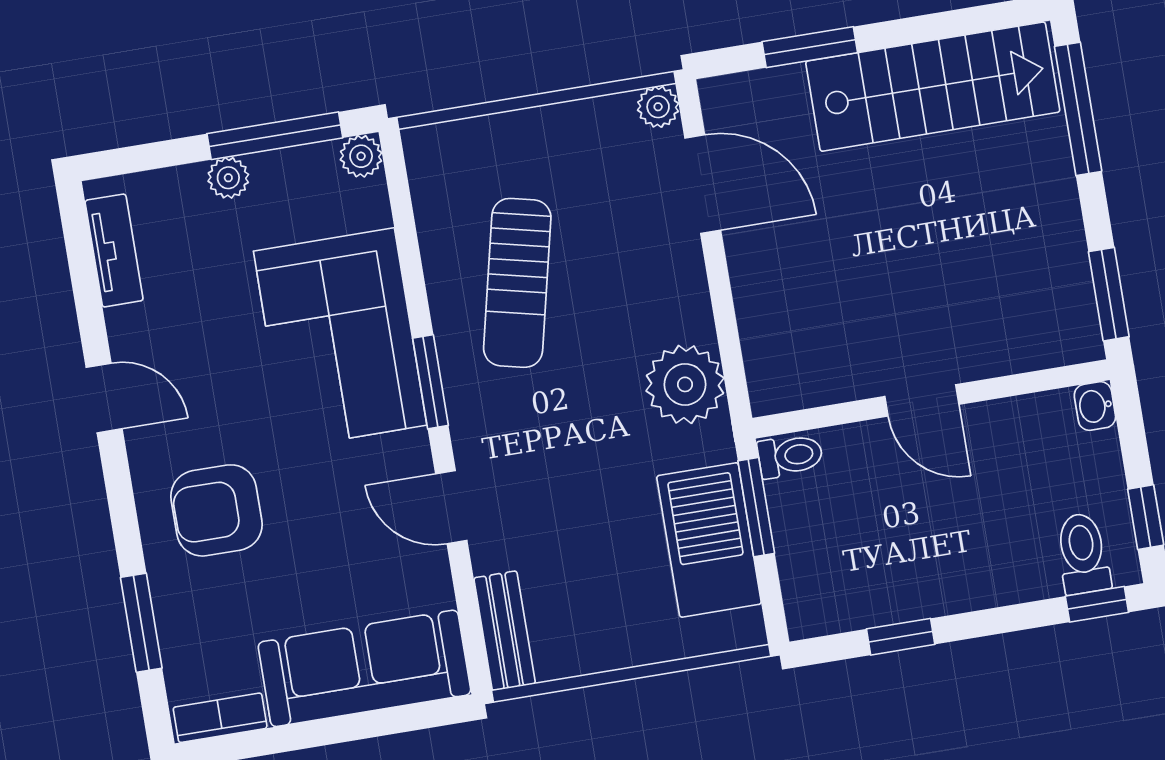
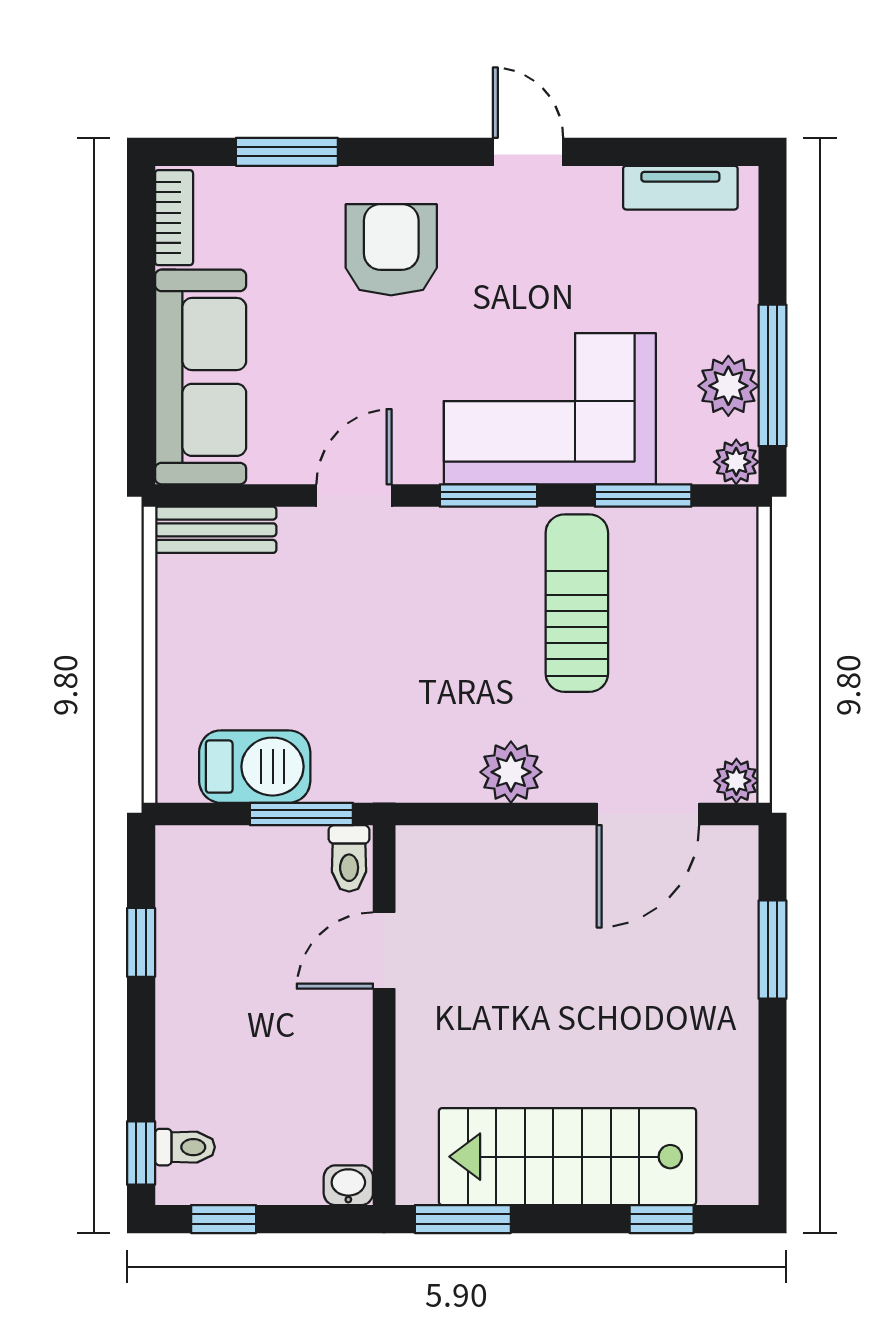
stairs: (933, 87) -> (567, 1157), moved, turned 90
window: (1078, 109) -> (662, 1219), width x0.46
plant: (228, 178) -> (728, 386), moved, width x1.38, depth x1.38
window: (407, 238) -> (643, 495), added
sun lounger: (517, 283) -> (577, 603), turned 77
plant: (685, 384) -> (511, 772), moved, width x0.73, depth x0.73
door: (104, 398) -> (528, 152), swing flipped
door: (922, 400) -> (384, 951), moved
barbecue: (709, 540) -> (255, 767), width x0.73, depth x0.83
toilet: (1083, 553) -> (185, 1147), width x0.73, depth x0.72

